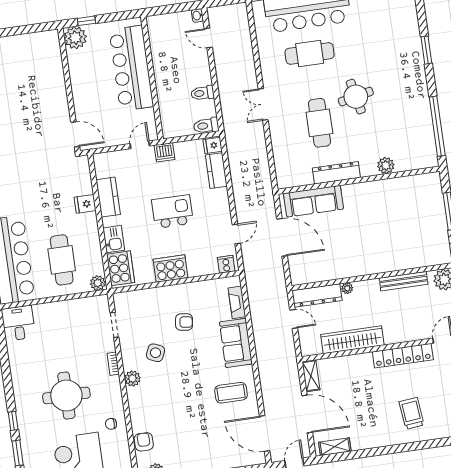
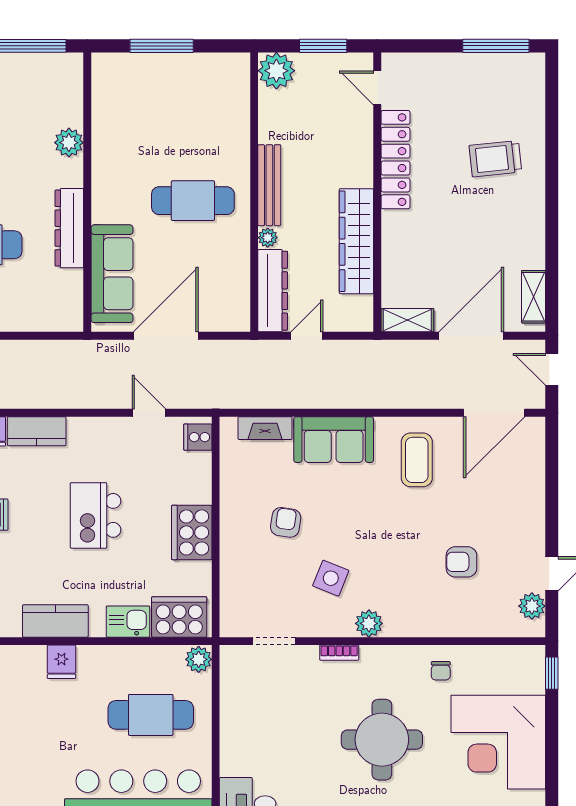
cafe table: (362, 242) -> (193, 201), added
bench: (403, 281) -> (269, 185), moved
armchair: (144, 442) -> (461, 562), moved

